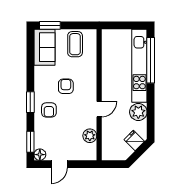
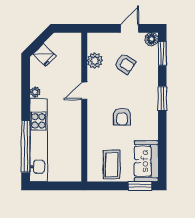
armchair: (49, 110) -> (125, 64), moved, turned 123
plant: (138, 112) -> (35, 92), width x0.53, depth x0.53

